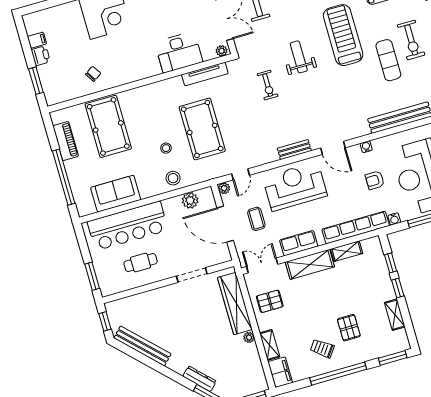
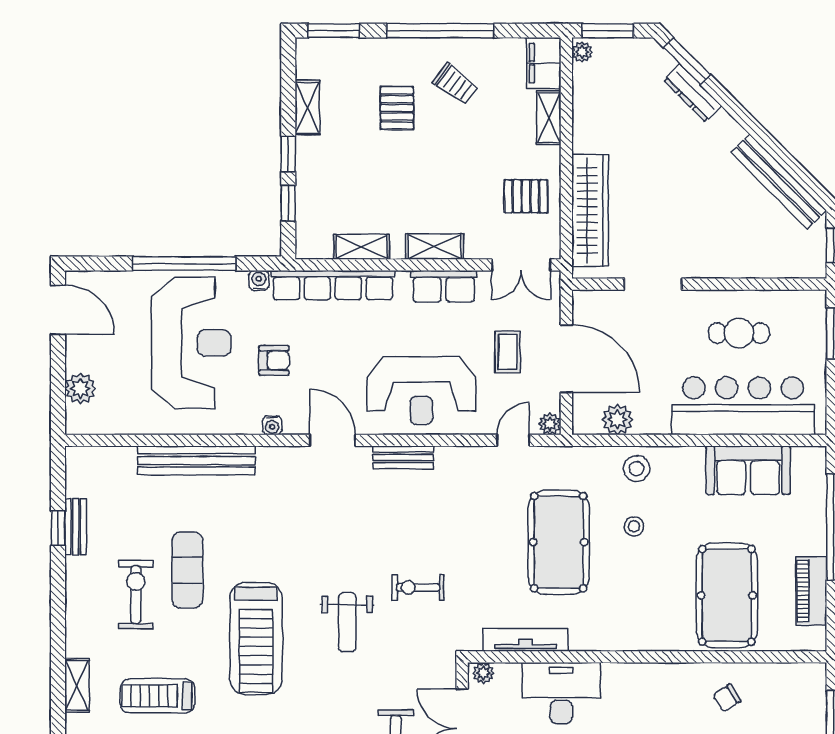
exercise bike: (268, 85) -> (418, 588), turned -90
shelving: (310, 264) -> (435, 247), width x0.67, depth x0.75
plant: (249, 337) -> (582, 52), moved

